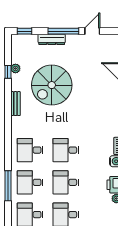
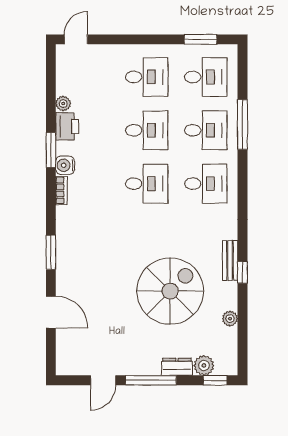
dresser: (52, 39) -> (177, 367), width x0.70
plant: (31, 40) -> (204, 365), added
window: (8, 72) -> (242, 272), moved

